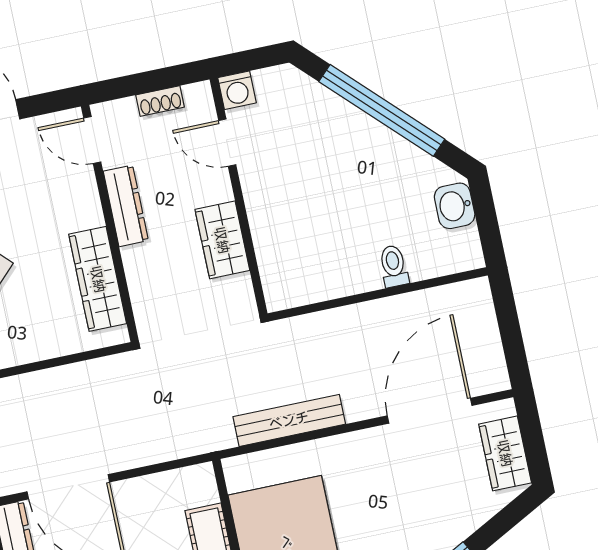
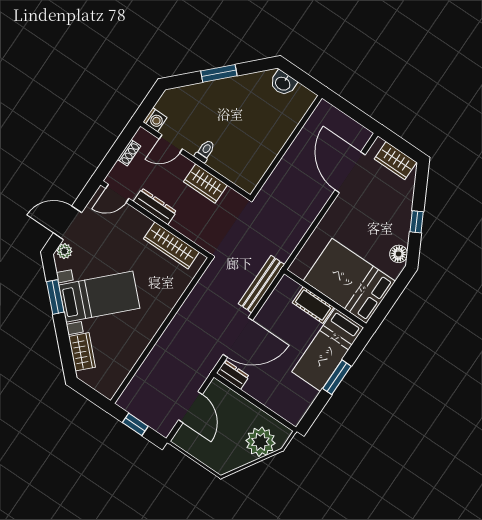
window: (382, 110) -> (219, 73), width x0.47
toilet: (394, 266) -> (205, 151), moved, turned 90
bench: (289, 420) -> (261, 284), moved

